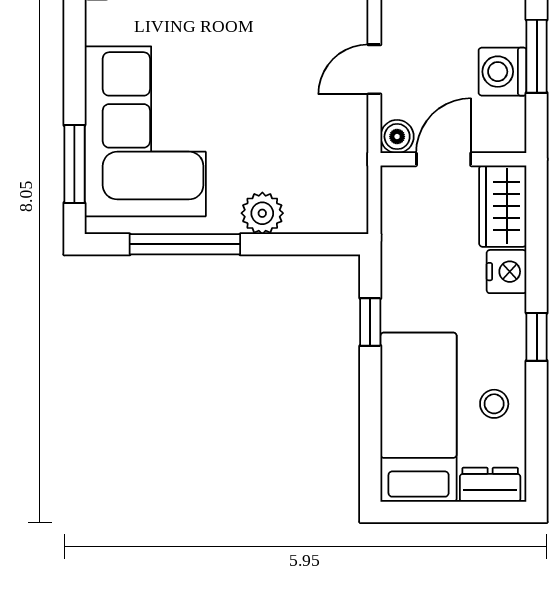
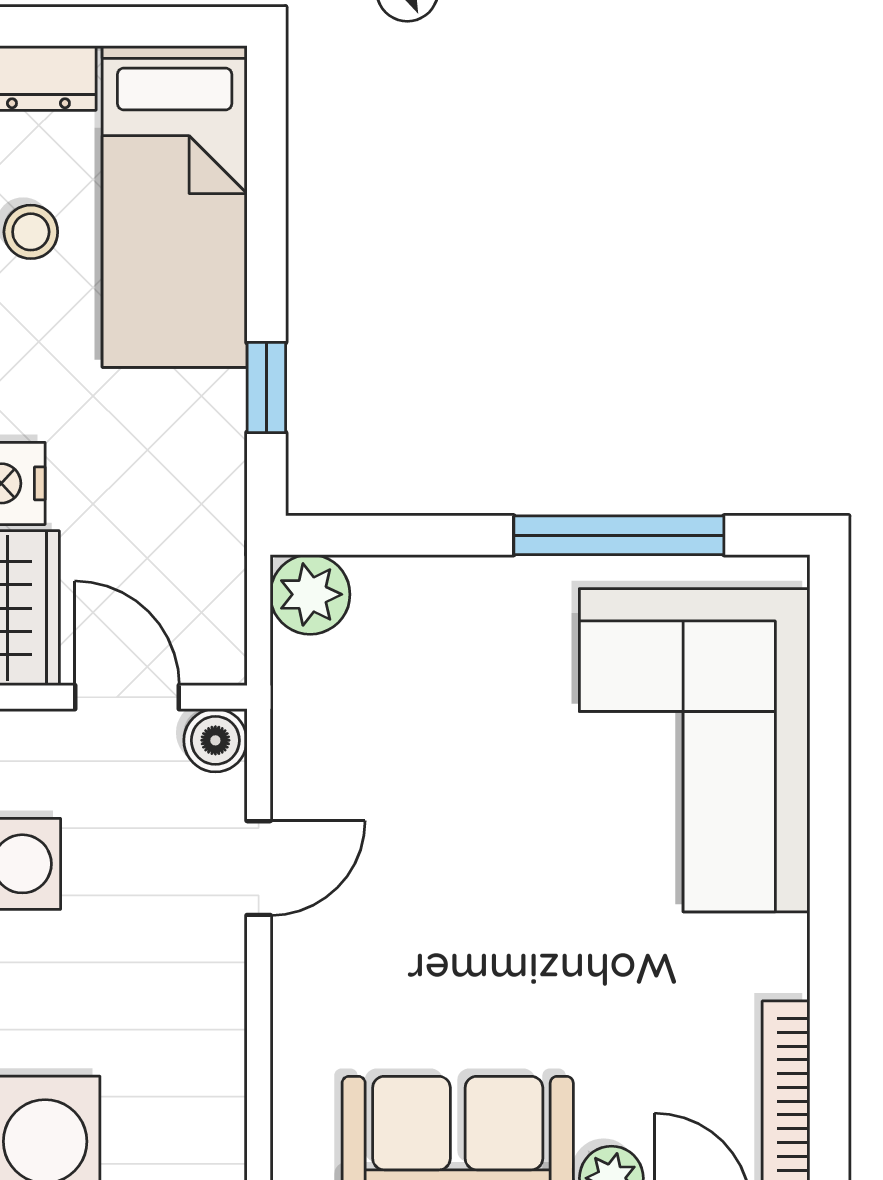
door: (444, 159) -> (127, 697), swing flipped
window: (74, 164) -> (829, 688), removed
plant: (262, 213) -> (310, 594), moved

